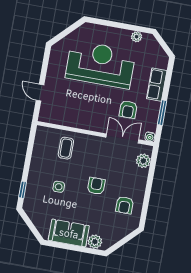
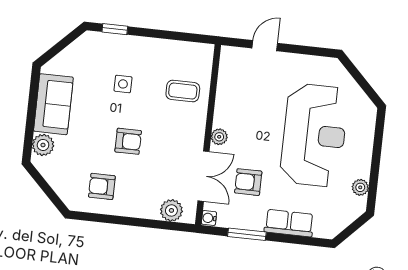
plant: (97, 126) -> (219, 137), added

